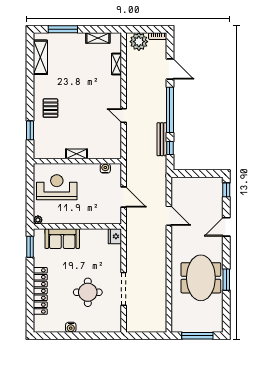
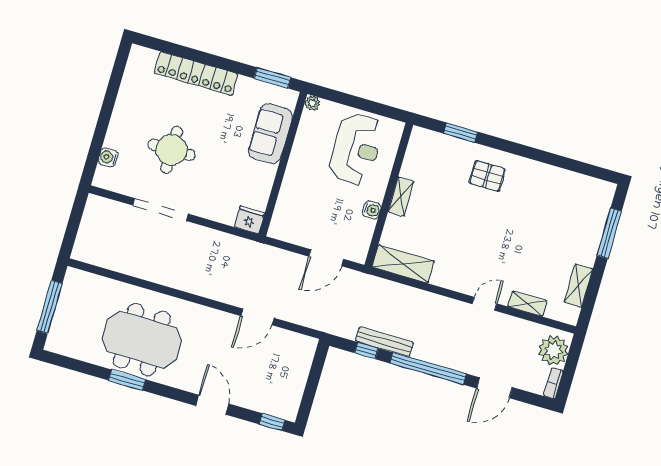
shelving: (40, 57) -> (403, 264), moved
door: (124, 115) -> (484, 304), moved
water cooler: (105, 168) -> (372, 210), moved
door: (124, 197) -> (326, 258), moved
water cooler: (71, 327) -> (108, 157), moved

